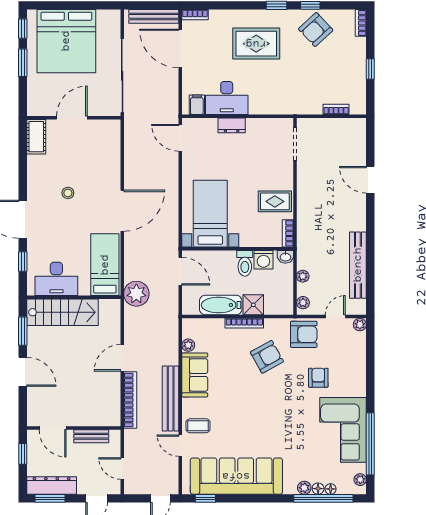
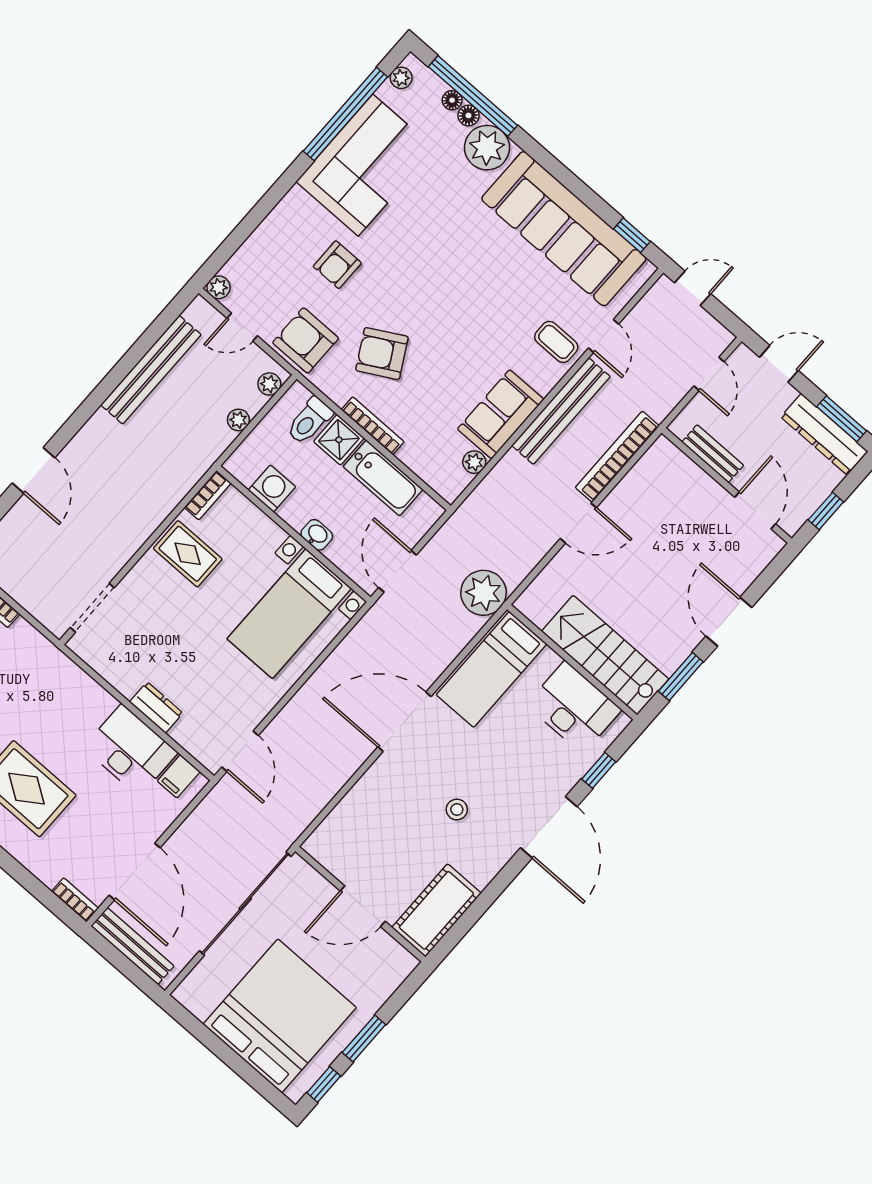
cot: (36, 137) -> (436, 910), width x1.37, depth x1.34
washbasin: (285, 257) -> (317, 535), moved
toilet: (245, 263) -> (309, 421), moved, turned 180
plant: (304, 488) -> (487, 148), width x1.88, depth x1.88

